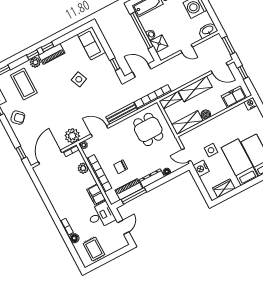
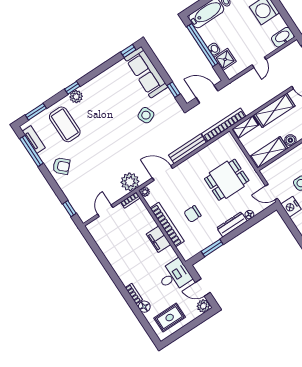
sofa: (91, 43) -> (146, 72), width x1.36
window: (48, 47) -> (128, 51), moved
door: (186, 49) -> (259, 62), hinge flipped
piano: (52, 54) -> (95, 84), removed
side table: (79, 79) -> (146, 115), moved
dining table: (148, 129) -> (227, 180), moved, turned 90
door: (50, 157) -> (105, 211), width x0.53
plant: (83, 168) -> (203, 306), moved
piano: (129, 189) -> (205, 241), removed
filing cabinet: (96, 195) -> (158, 239), moved
window: (134, 196) -> (212, 248), width x0.69
door: (123, 227) -> (203, 288), swing flipped
rug: (94, 249) -> (170, 318), turned 90

